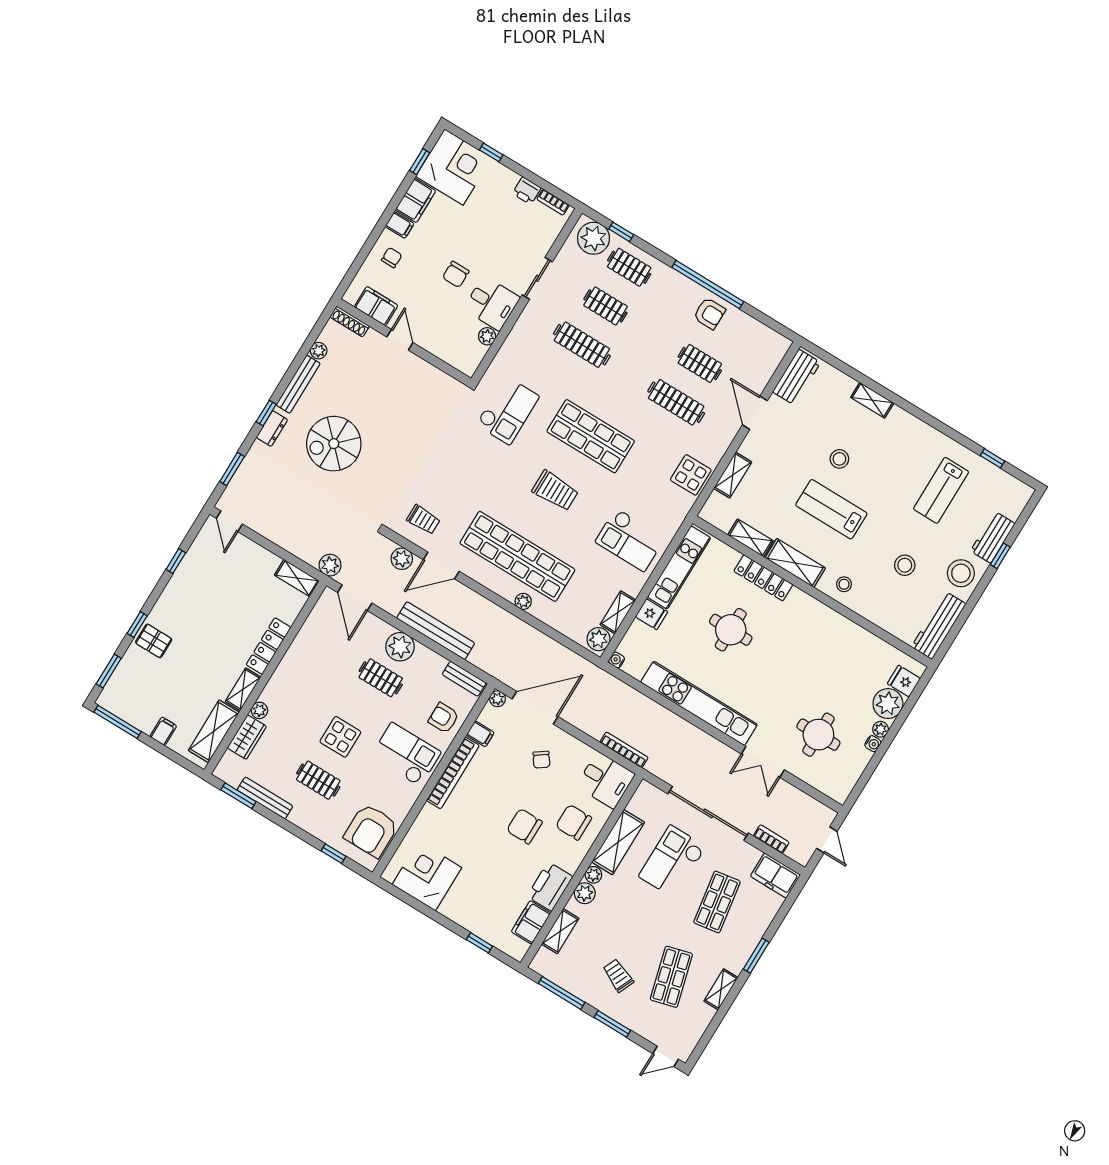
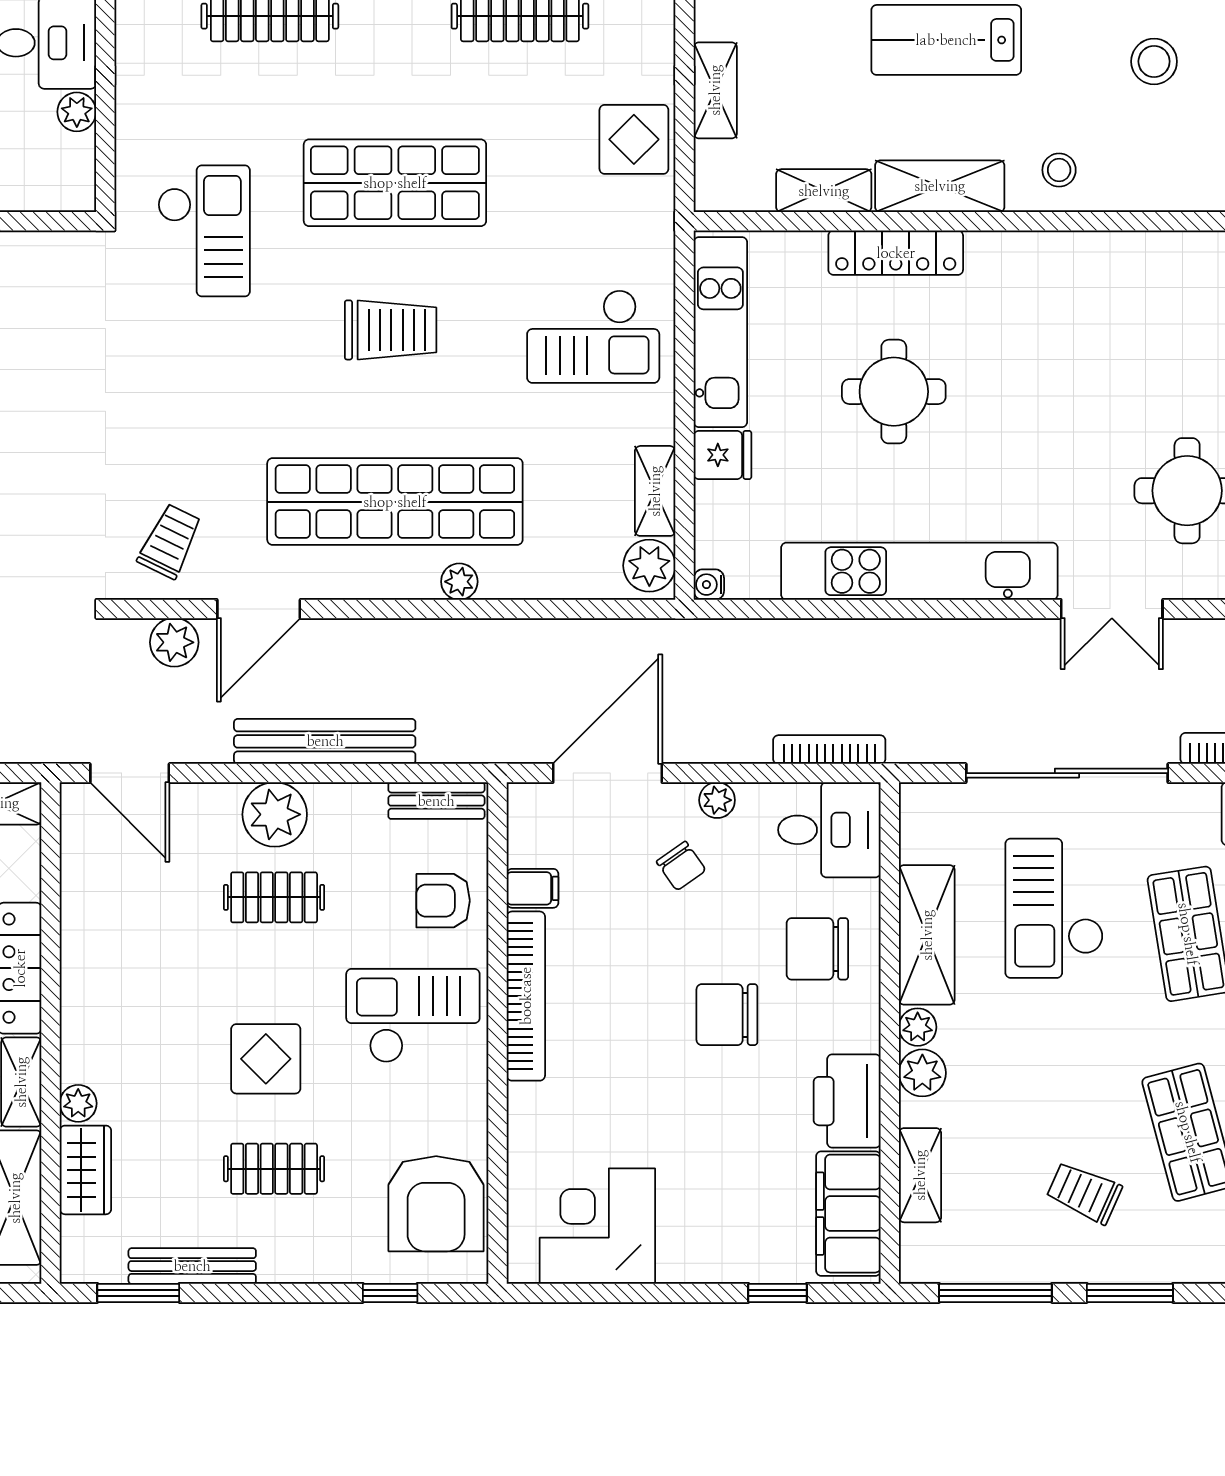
trolley: (423, 520) -> (170, 541), turned -64
plant: (330, 565) -> (43, 739), removed
plant: (497, 699) -> (717, 800), moved
filing cabinet: (531, 922) -> (848, 1214), width x1.50, depth x1.17

